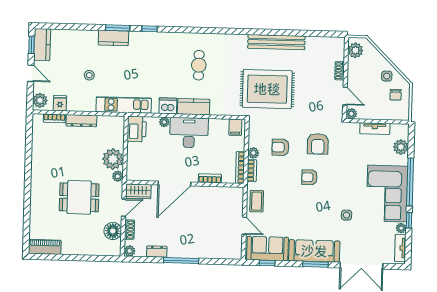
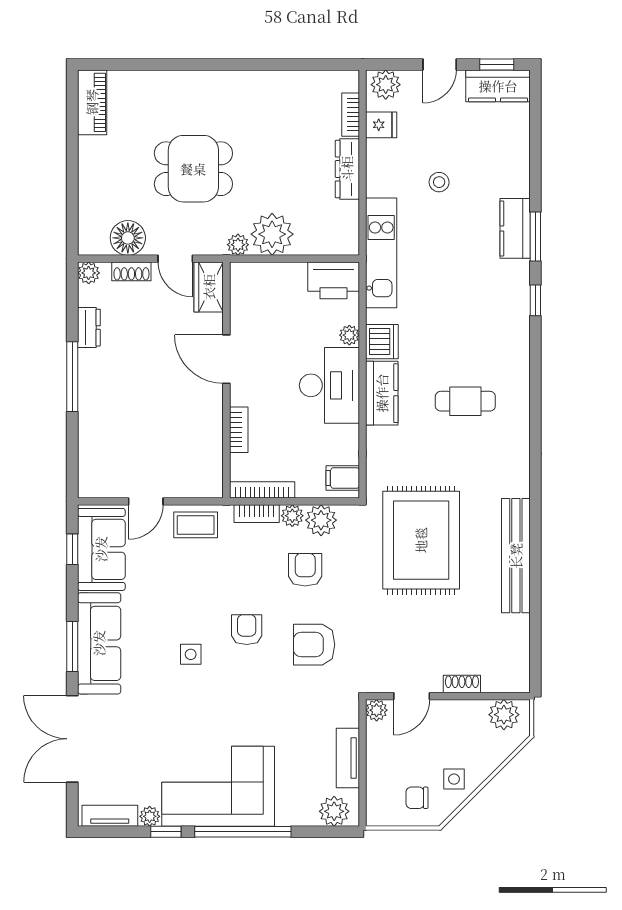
plant: (256, 139) -> (321, 520), added
plant: (401, 147) -> (334, 811), moved
door: (174, 184) -> (226, 359), width x0.73
dining table: (79, 197) -> (193, 169), turned 90
side table: (346, 215) -> (191, 654), moved

